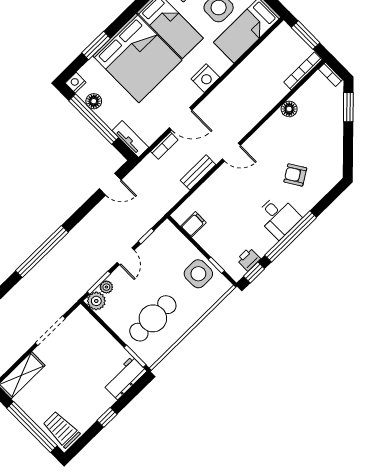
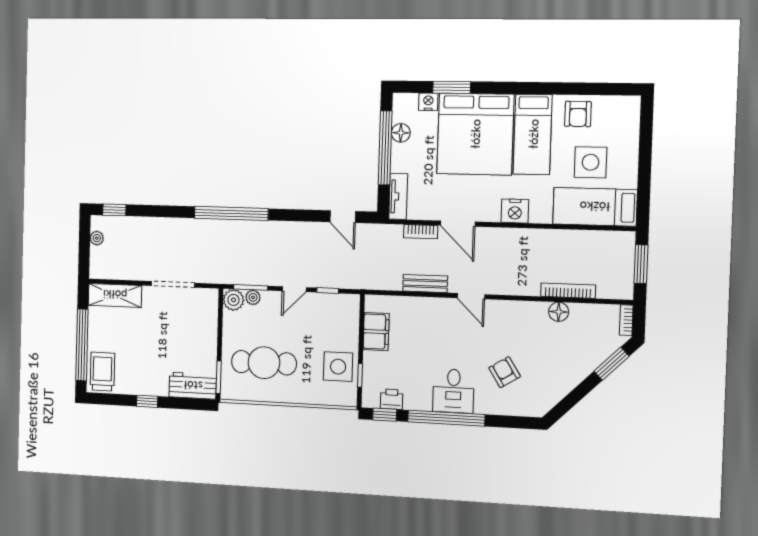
bookcase: (303, 71) -> (568, 291), moved
nightstand: (76, 83) -> (428, 102), moved
filing cabinet: (193, 224) -> (376, 332), width x2.00

